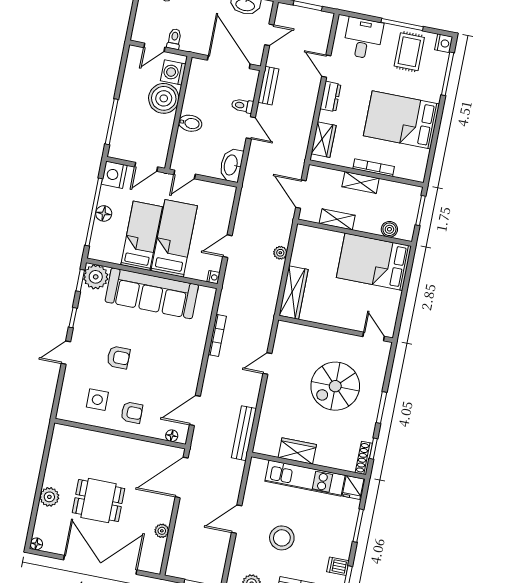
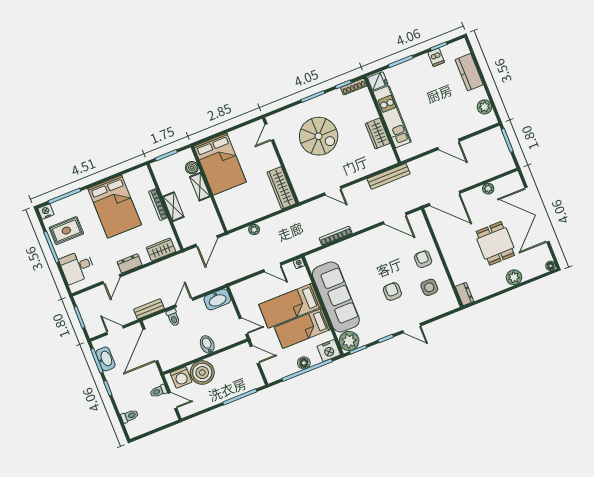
nightstand: (114, 175) -> (329, 351), moved
shelving: (337, 219) -> (200, 187), moved
wardrobe: (294, 292) -> (281, 188), moved, turned -90
dresser: (66, 433) -> (465, 294), added
floor lamp: (172, 436) -> (421, 223), removed
stool: (282, 538) -> (441, 106), removed

